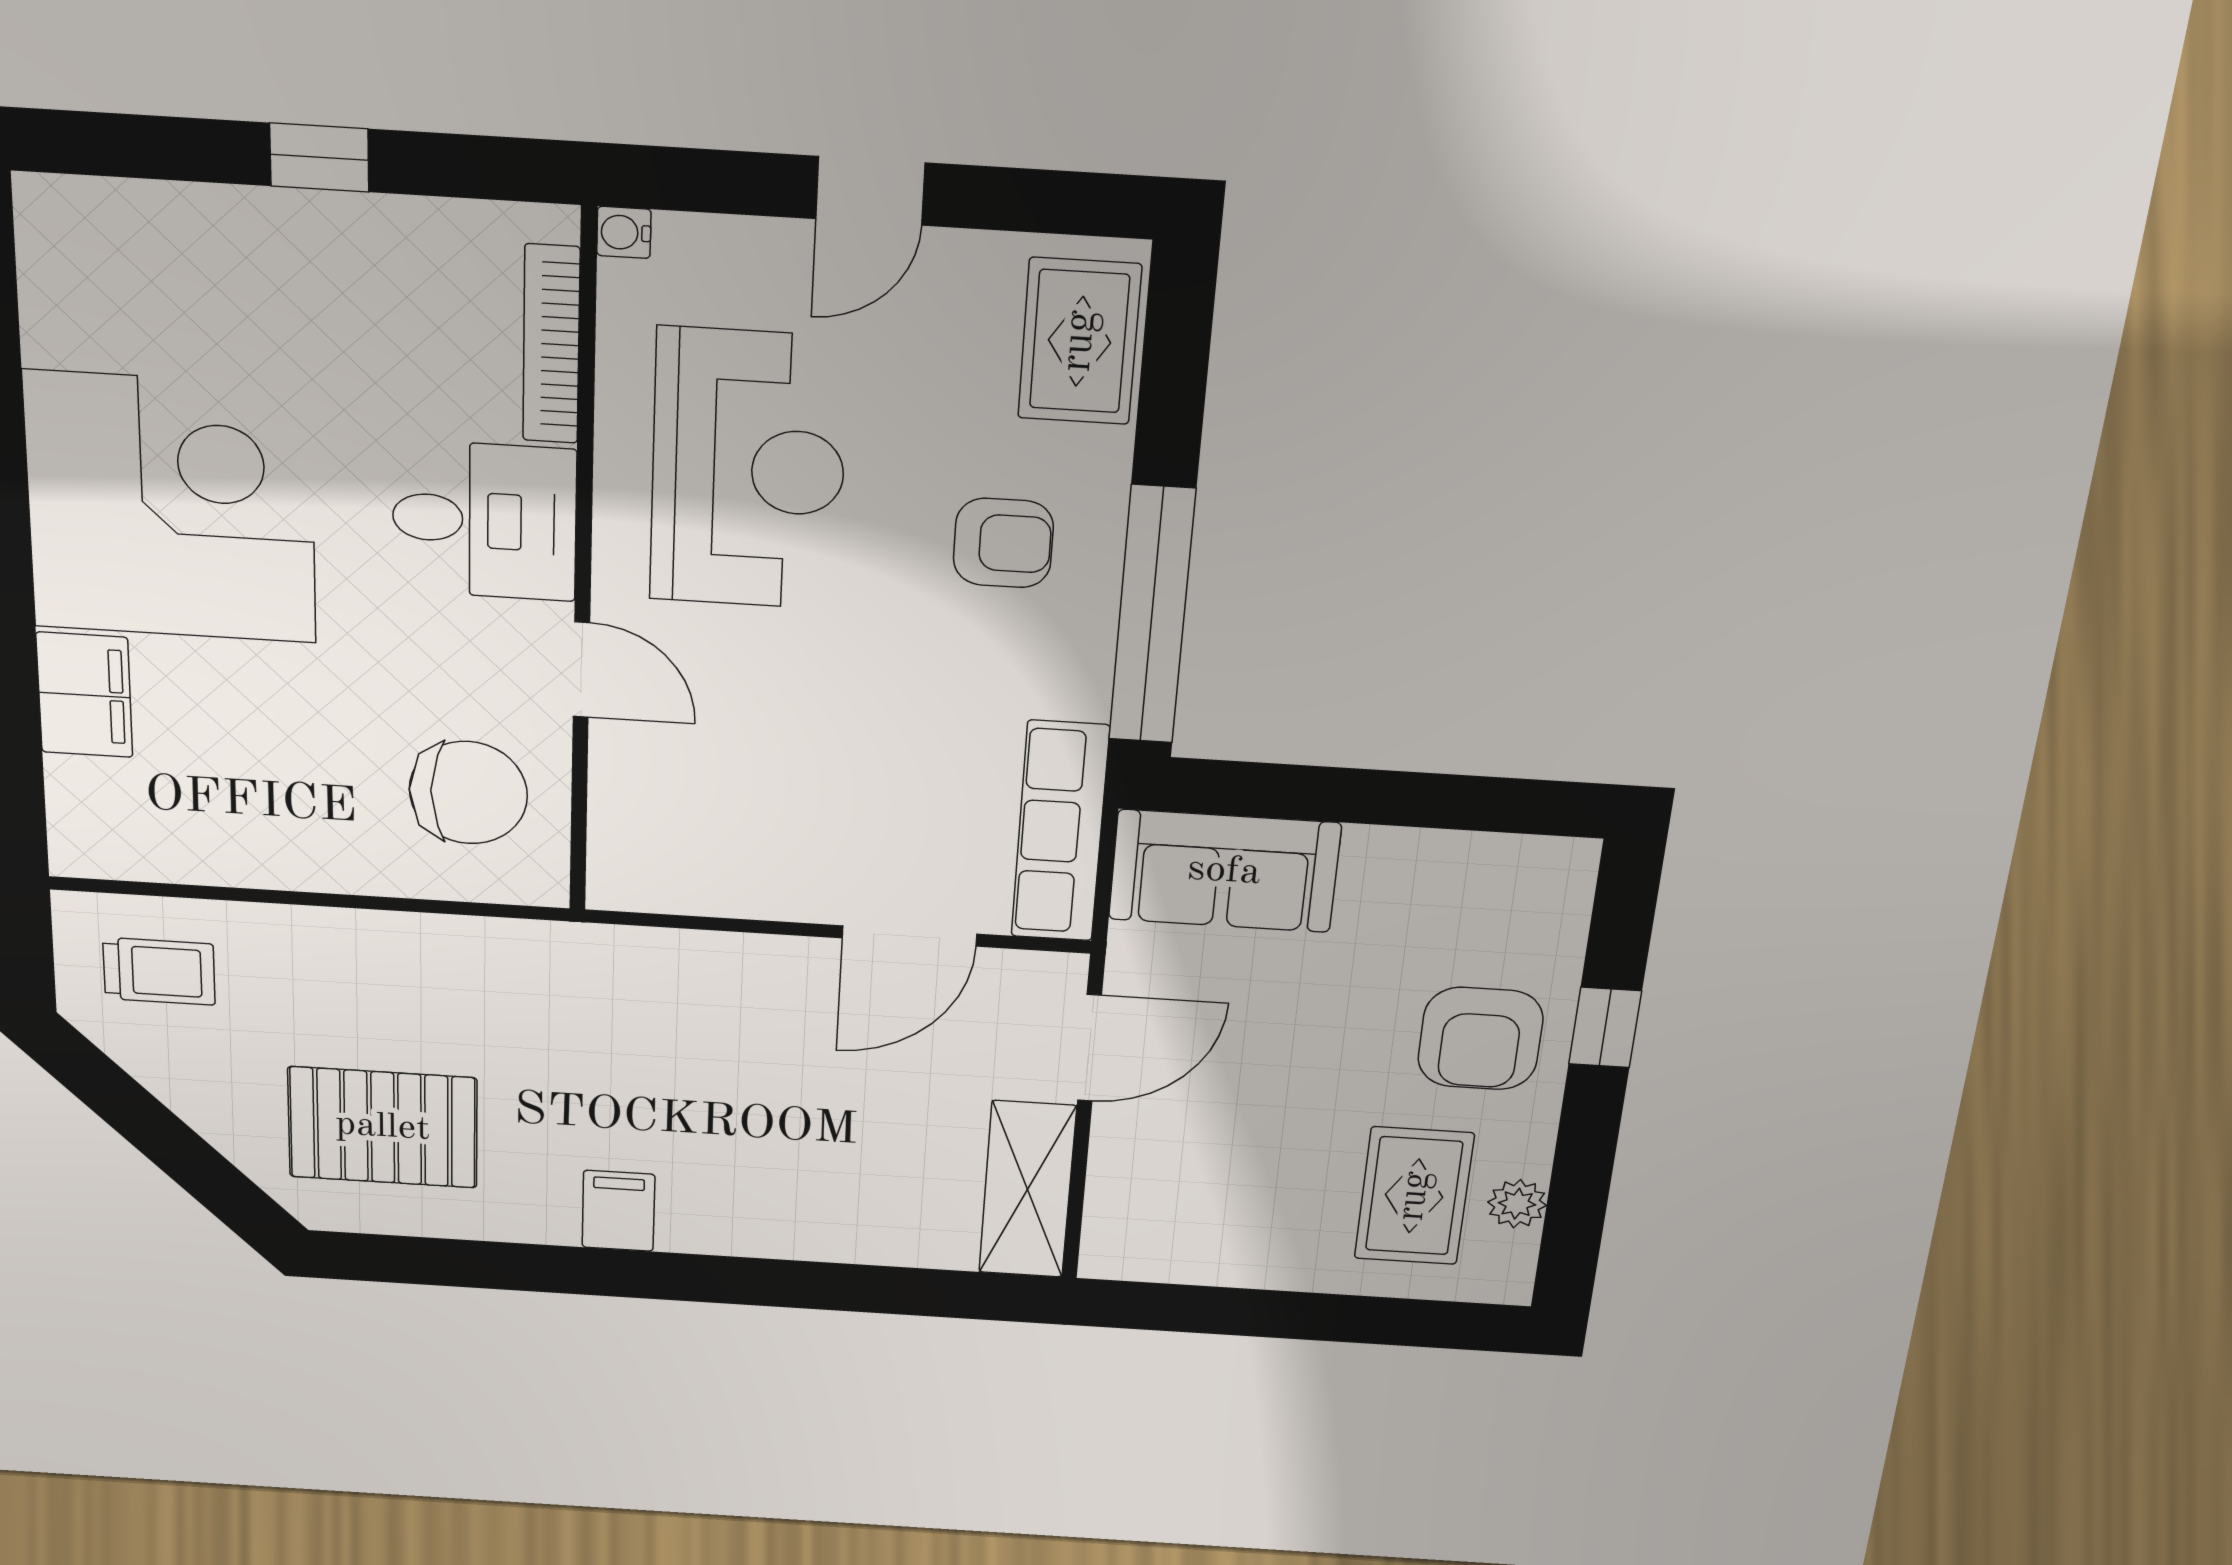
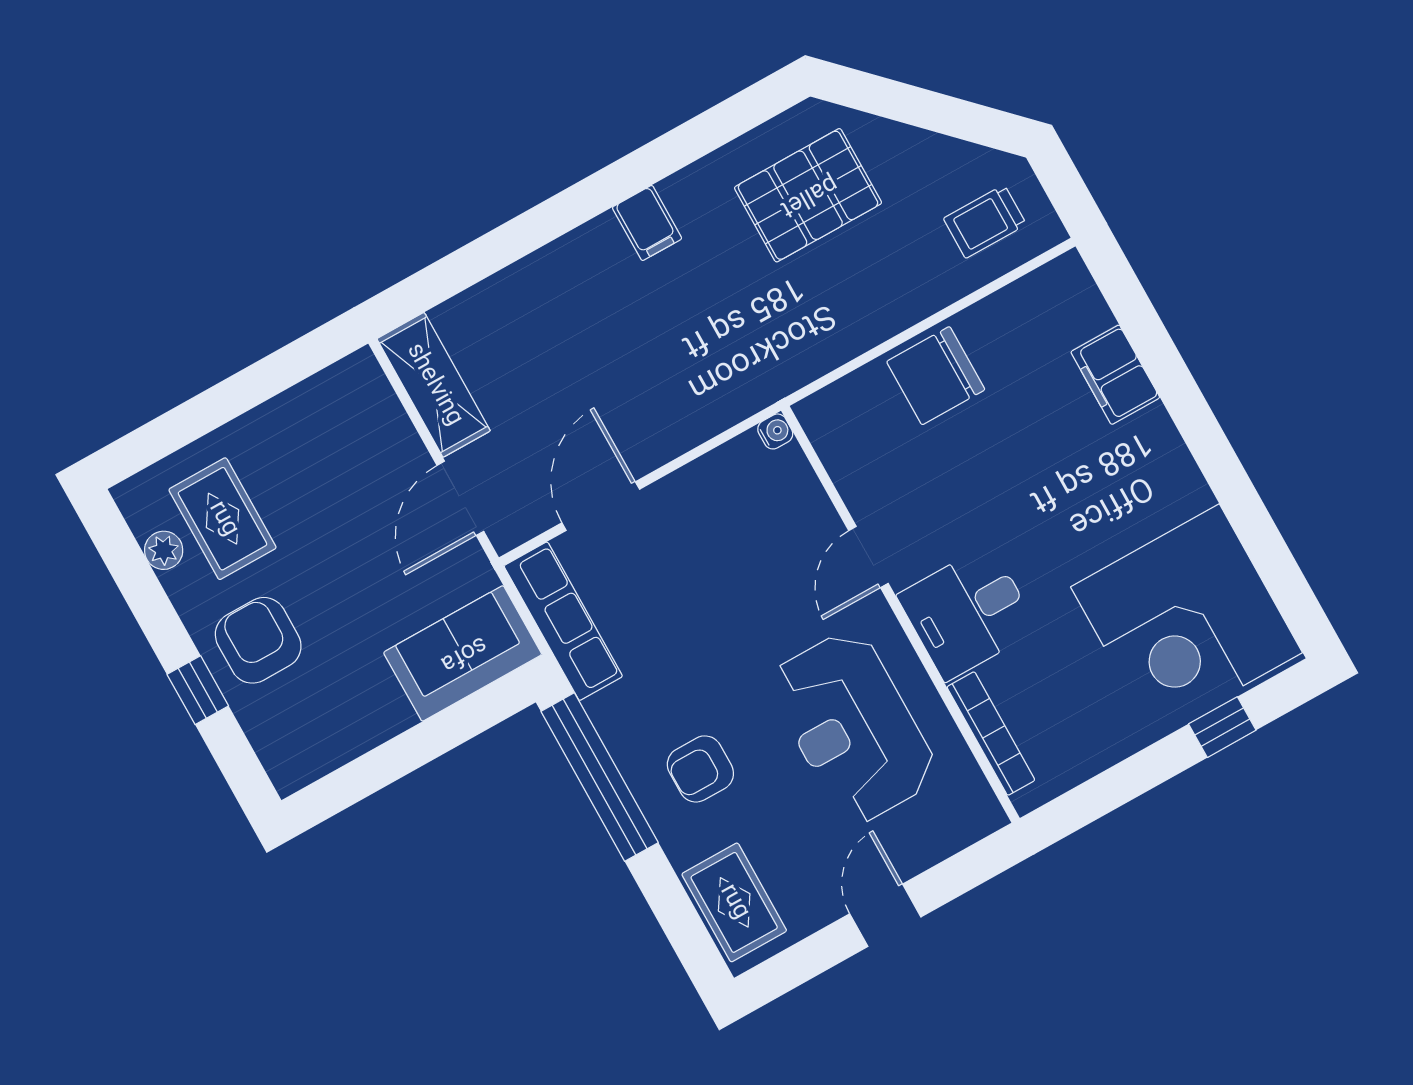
window: (319, 157) -> (1222, 727), moved
water cooler: (624, 232) -> (775, 431), moved
corner desk: (171, 508) -> (1187, 620), moved
door: (581, 670) -> (868, 557), hinge flipped
chair: (468, 793) -> (936, 376), moved

